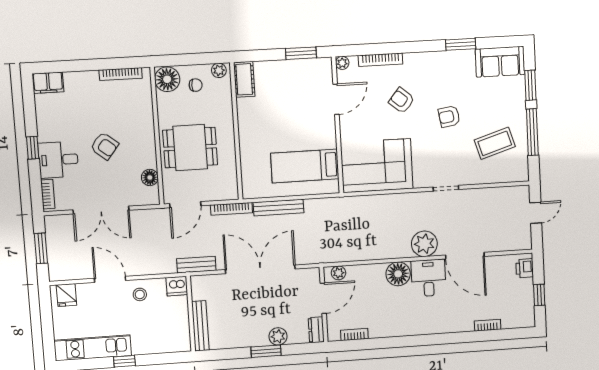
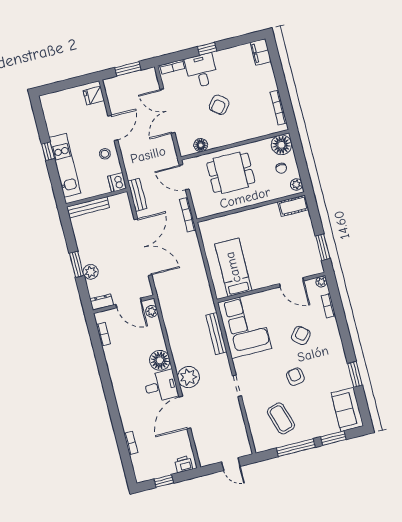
bookcase: (380, 60) -> (328, 306), width x0.64
dining table: (190, 148) -> (231, 173), turned 90
bench: (279, 208) -> (216, 334), moved
kitchen unit: (93, 348) -> (65, 165), moved

